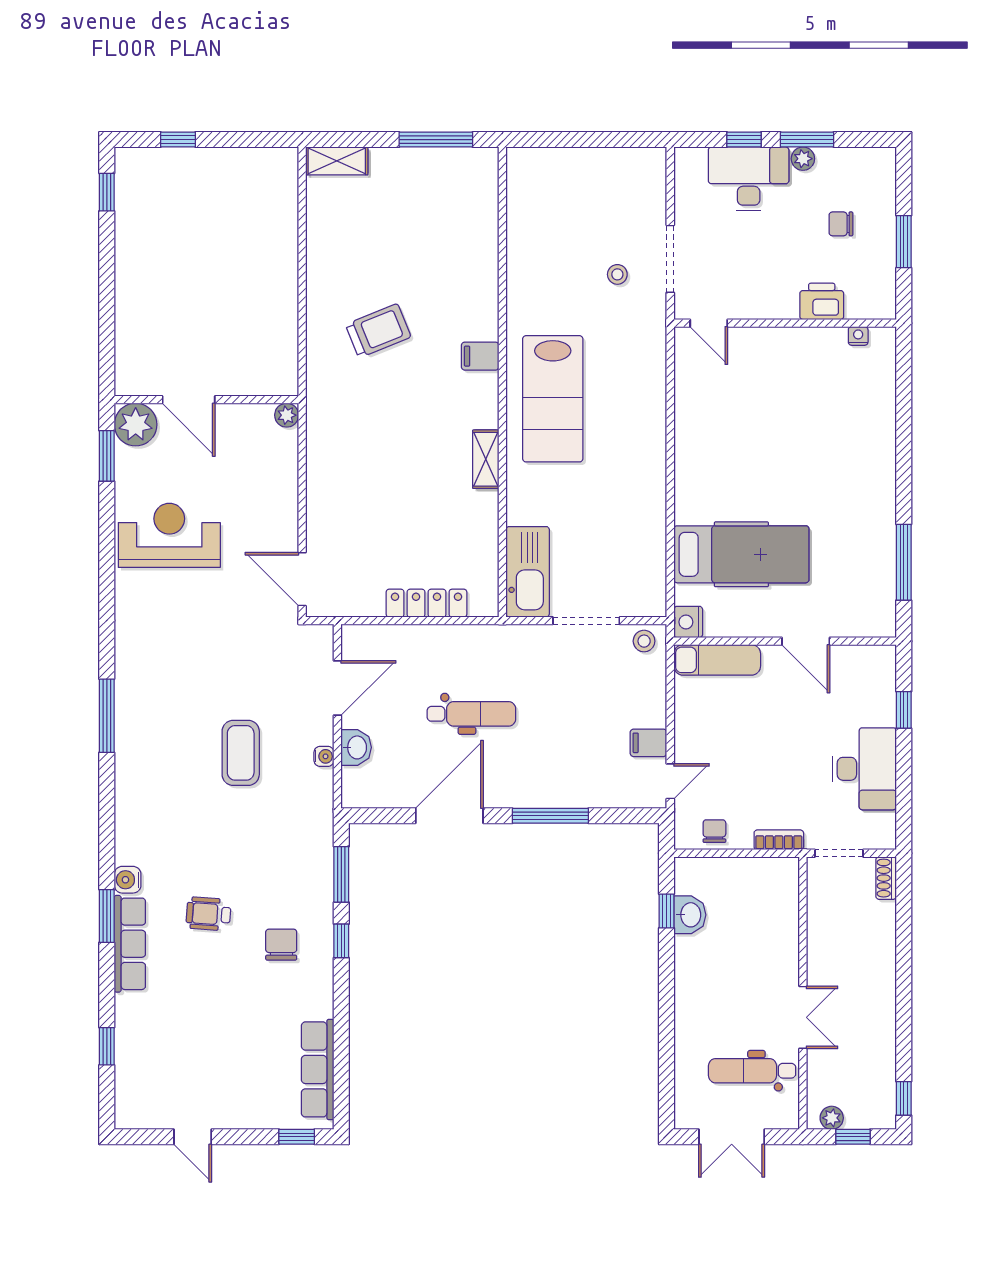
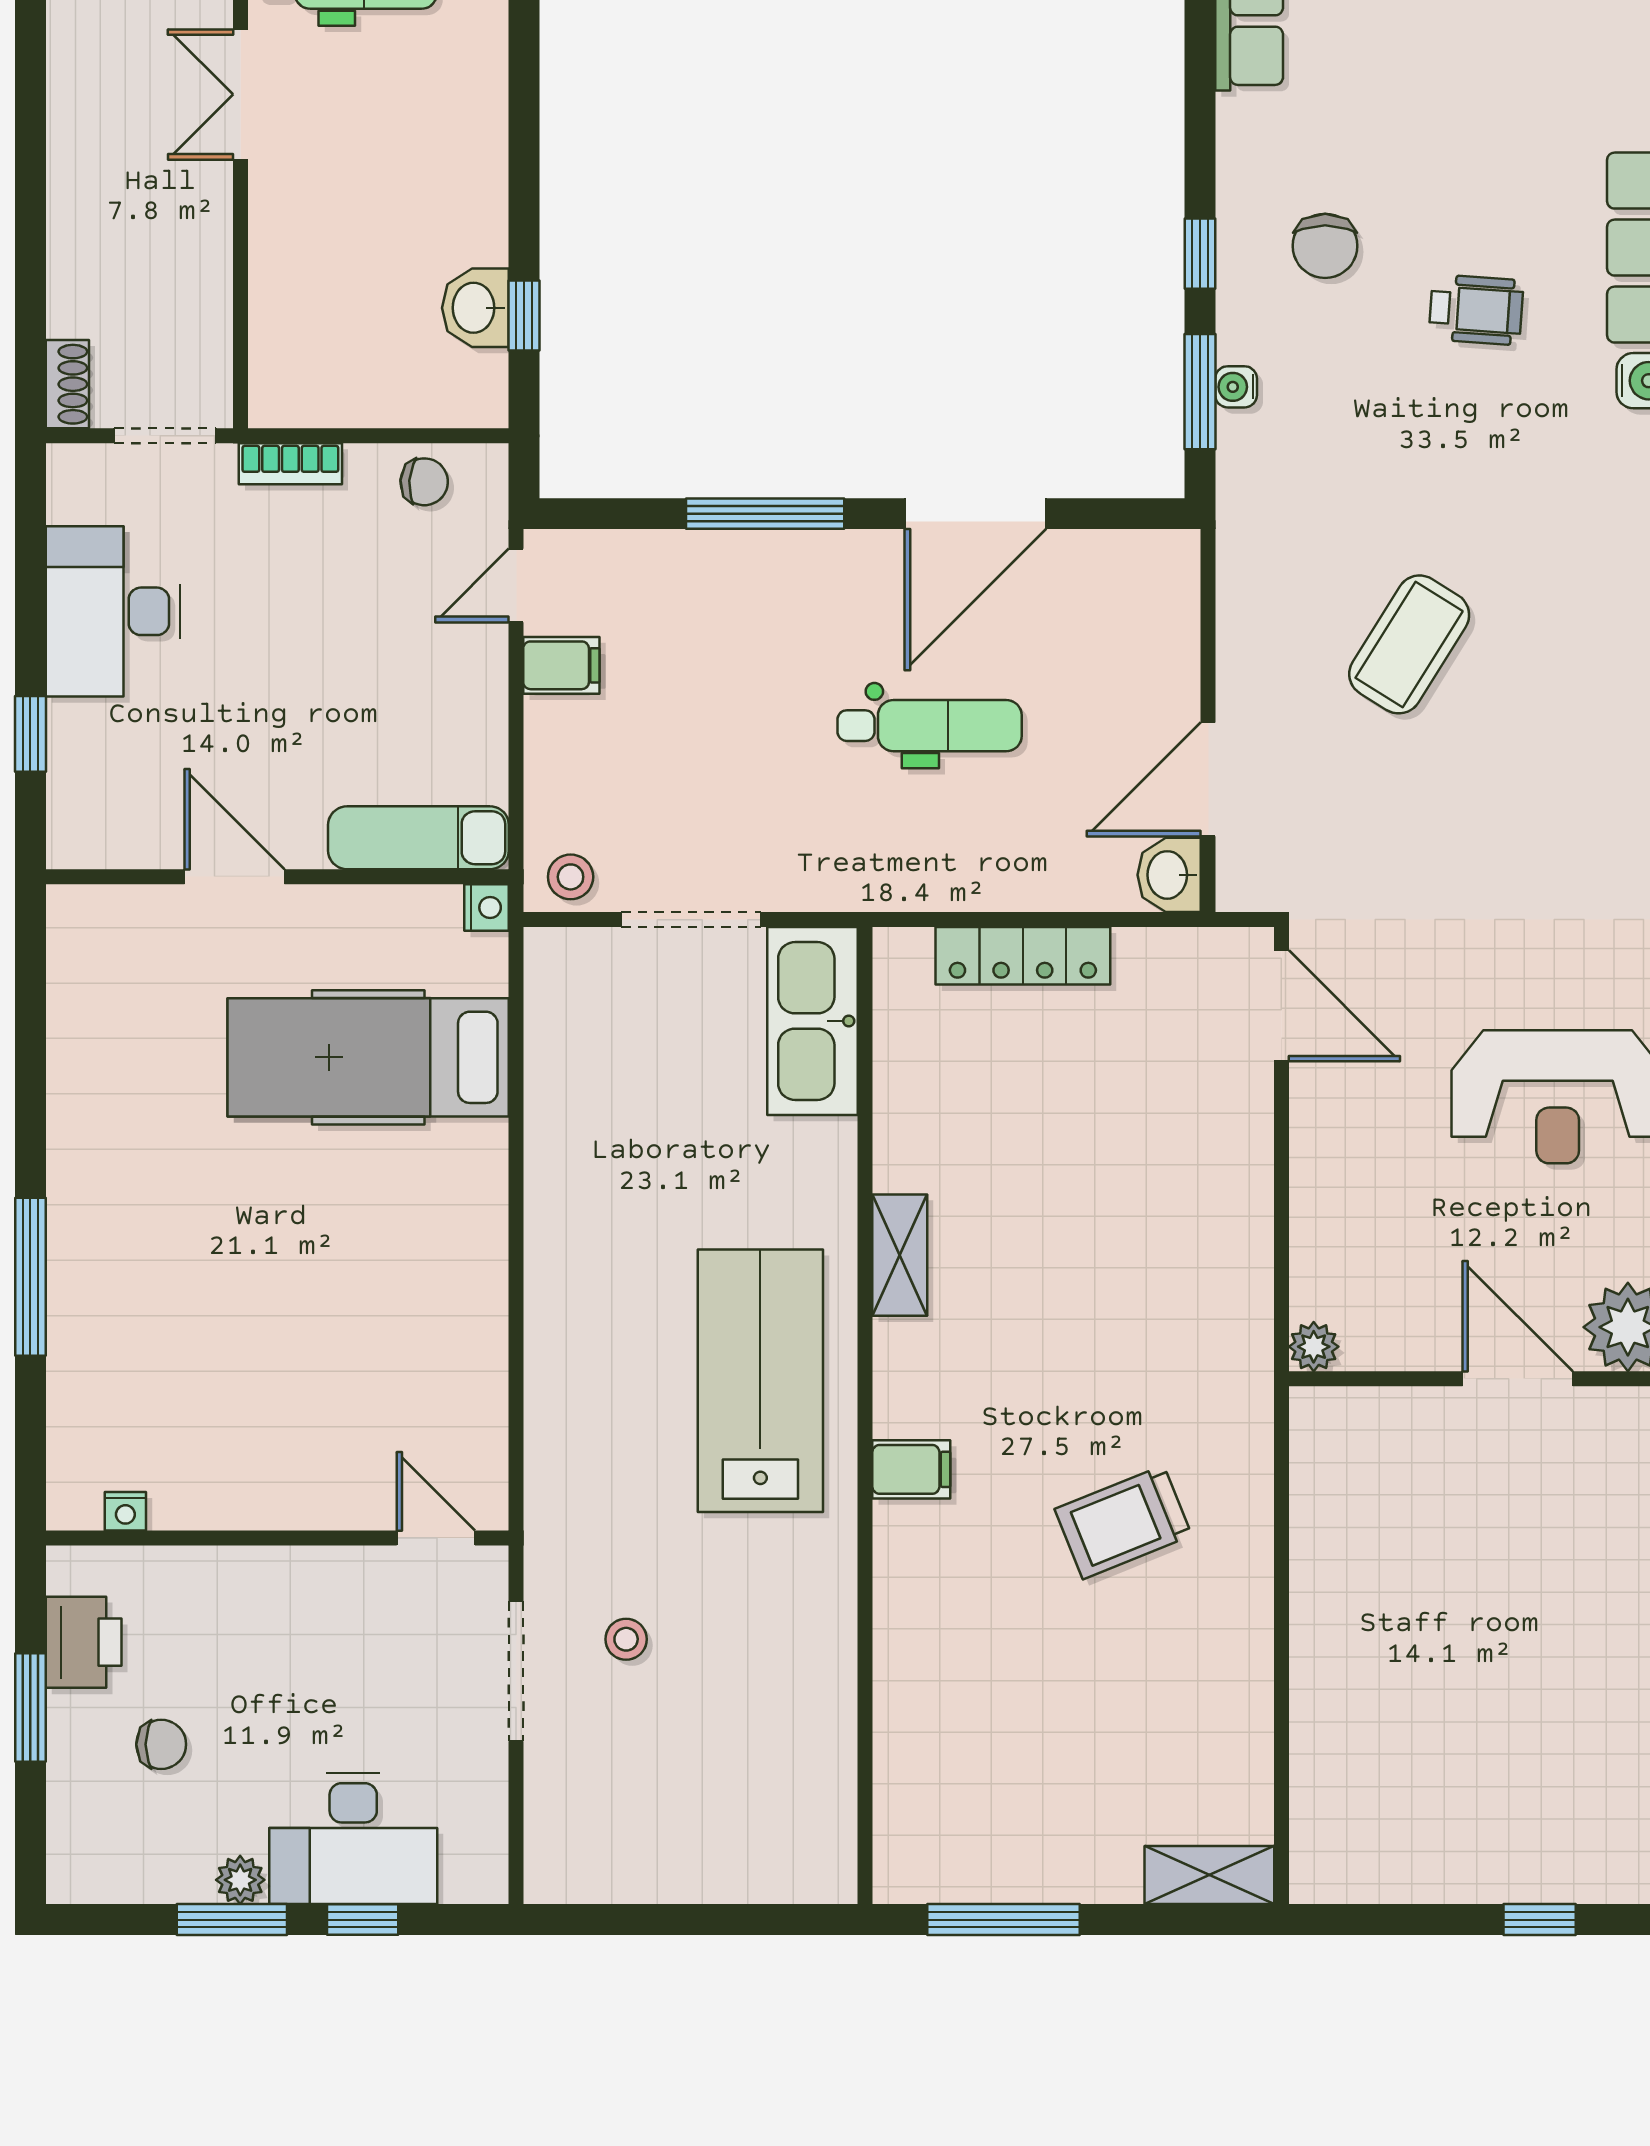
printer: (822, 301) -> (84, 1642), moved, turned -90
window: (904, 562) -> (30, 1277), moved
nightstand: (688, 622) -> (487, 908), width x0.72, depth x0.74
dental chair: (471, 714) -> (930, 726), turned 180
washbasin: (356, 747) -> (1169, 875), moved
coffee table: (241, 753) -> (1409, 644), turned 32
water cooler: (324, 756) -> (1236, 387), moved
chair: (714, 831) -> (424, 482), turned -86

